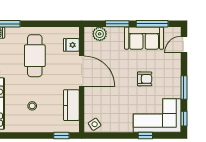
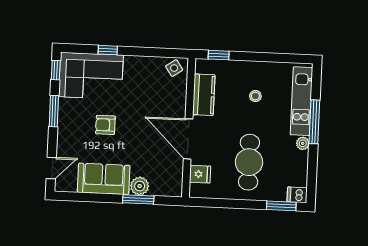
window: (152, 24) -> (92, 197), removed
plant: (100, 34) -> (140, 186), moved

